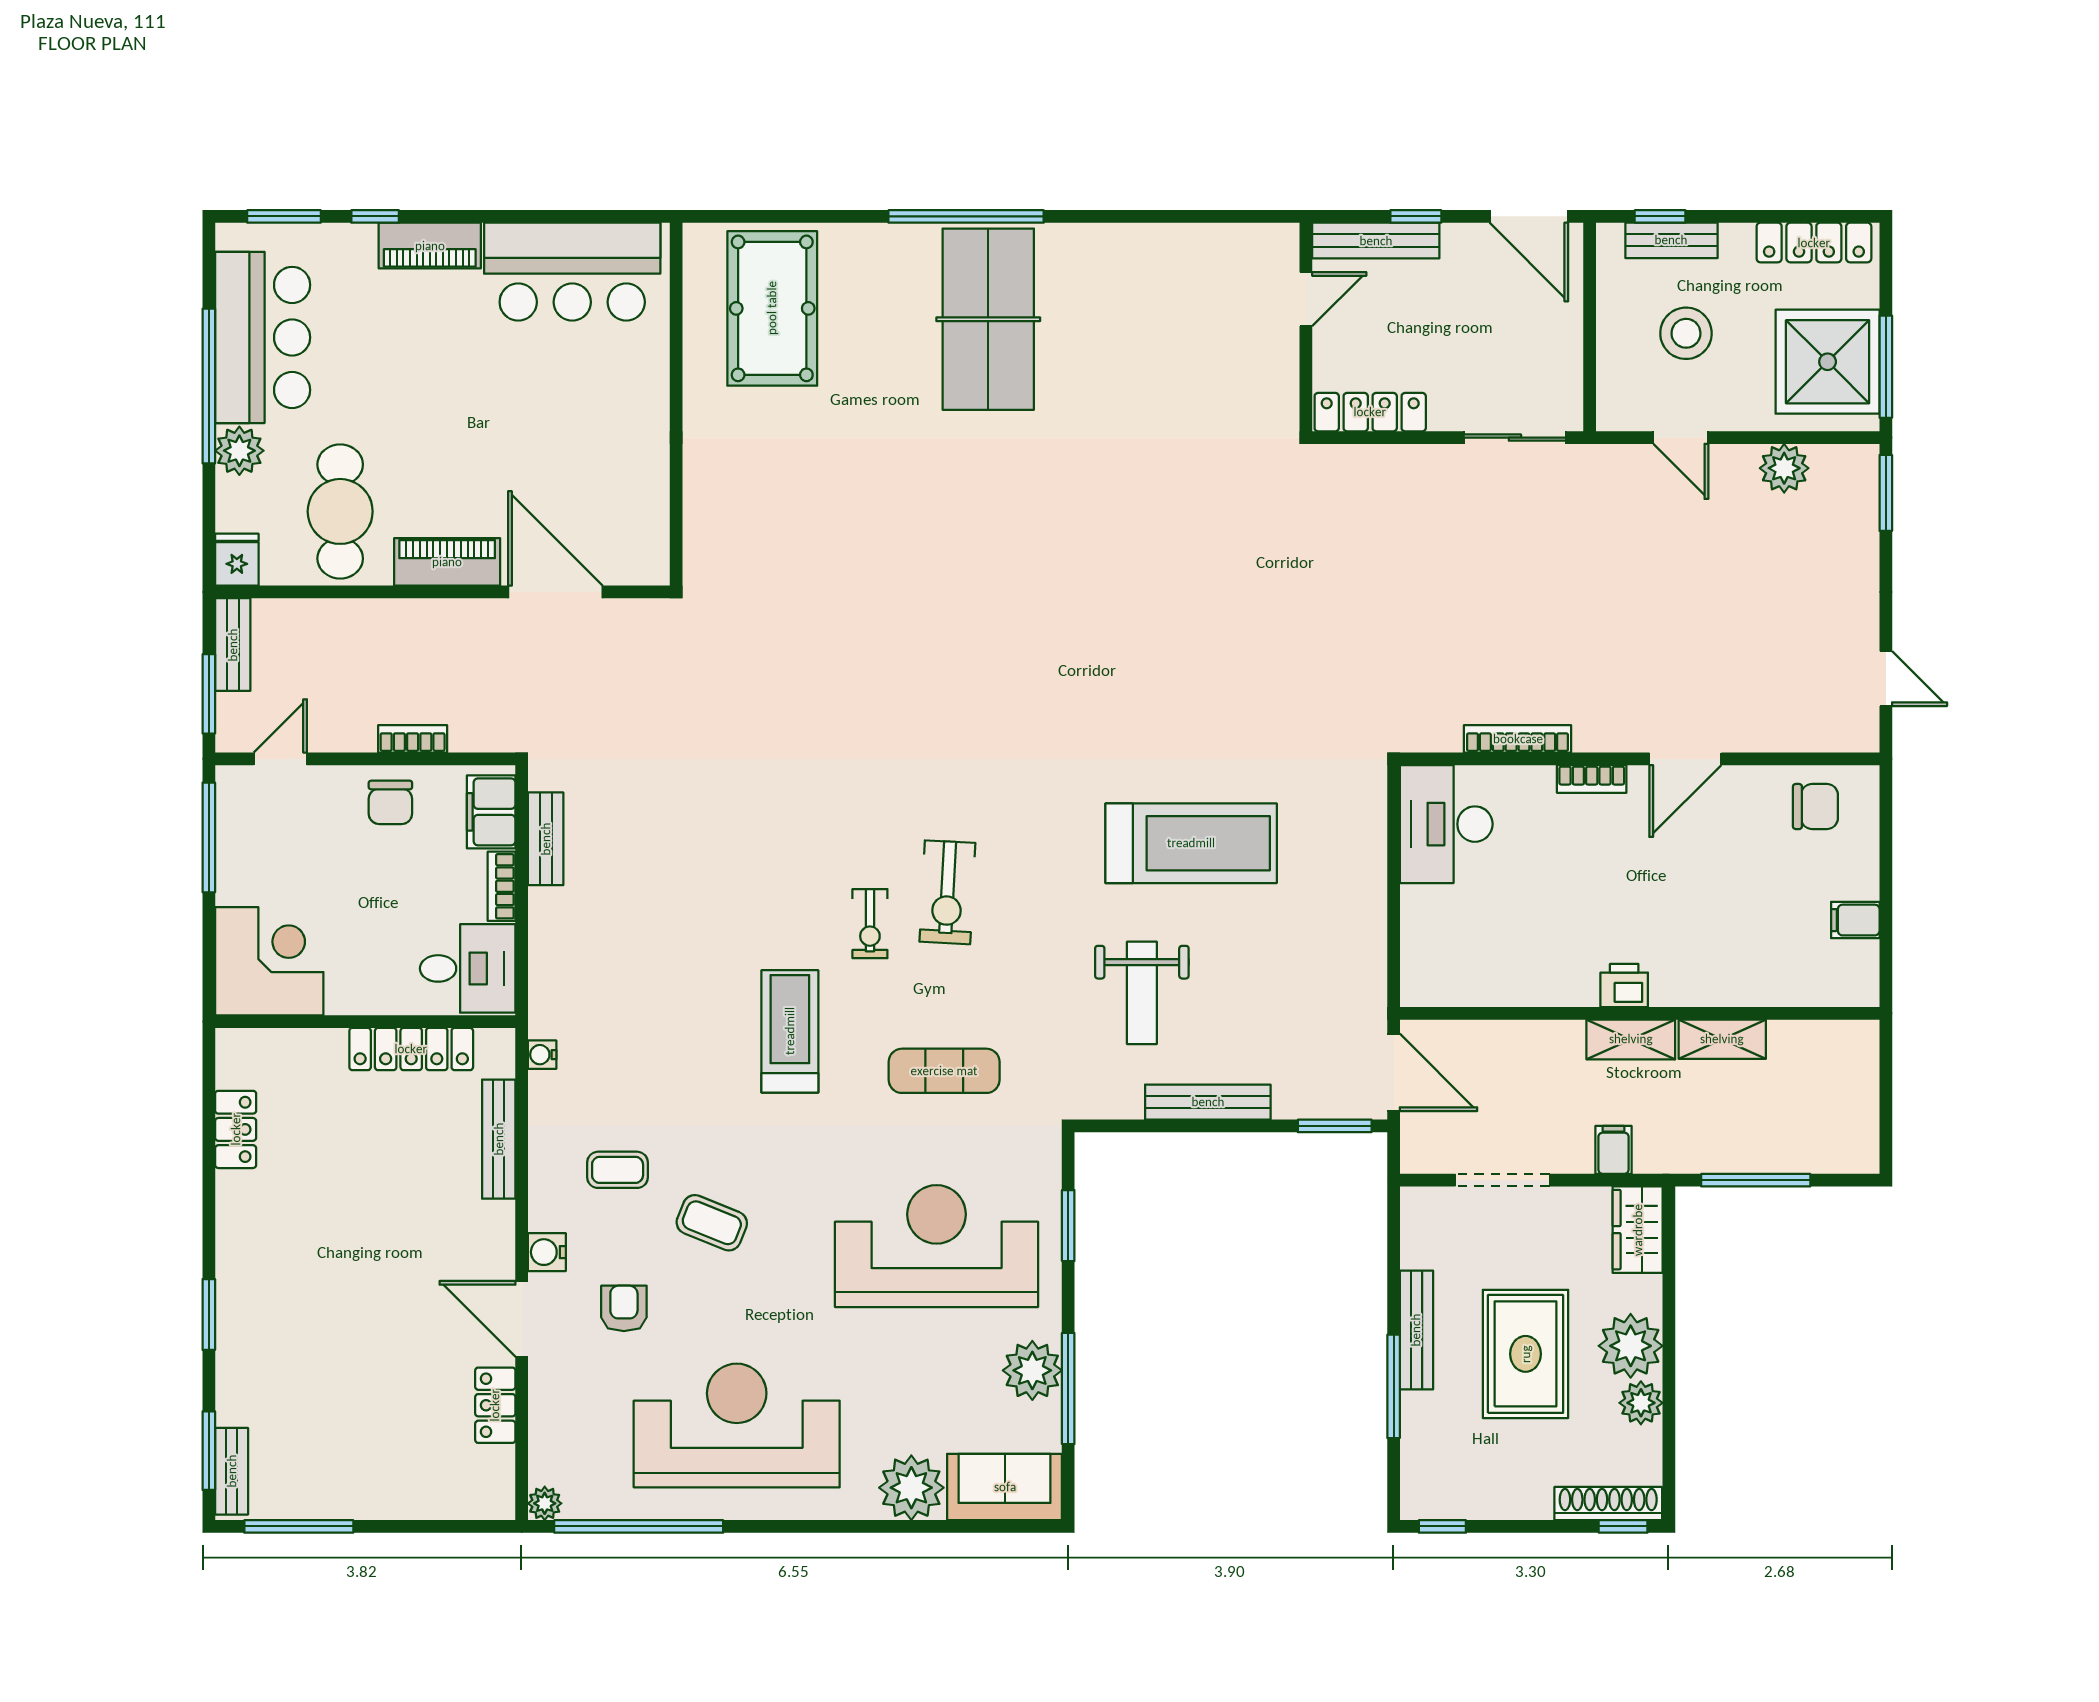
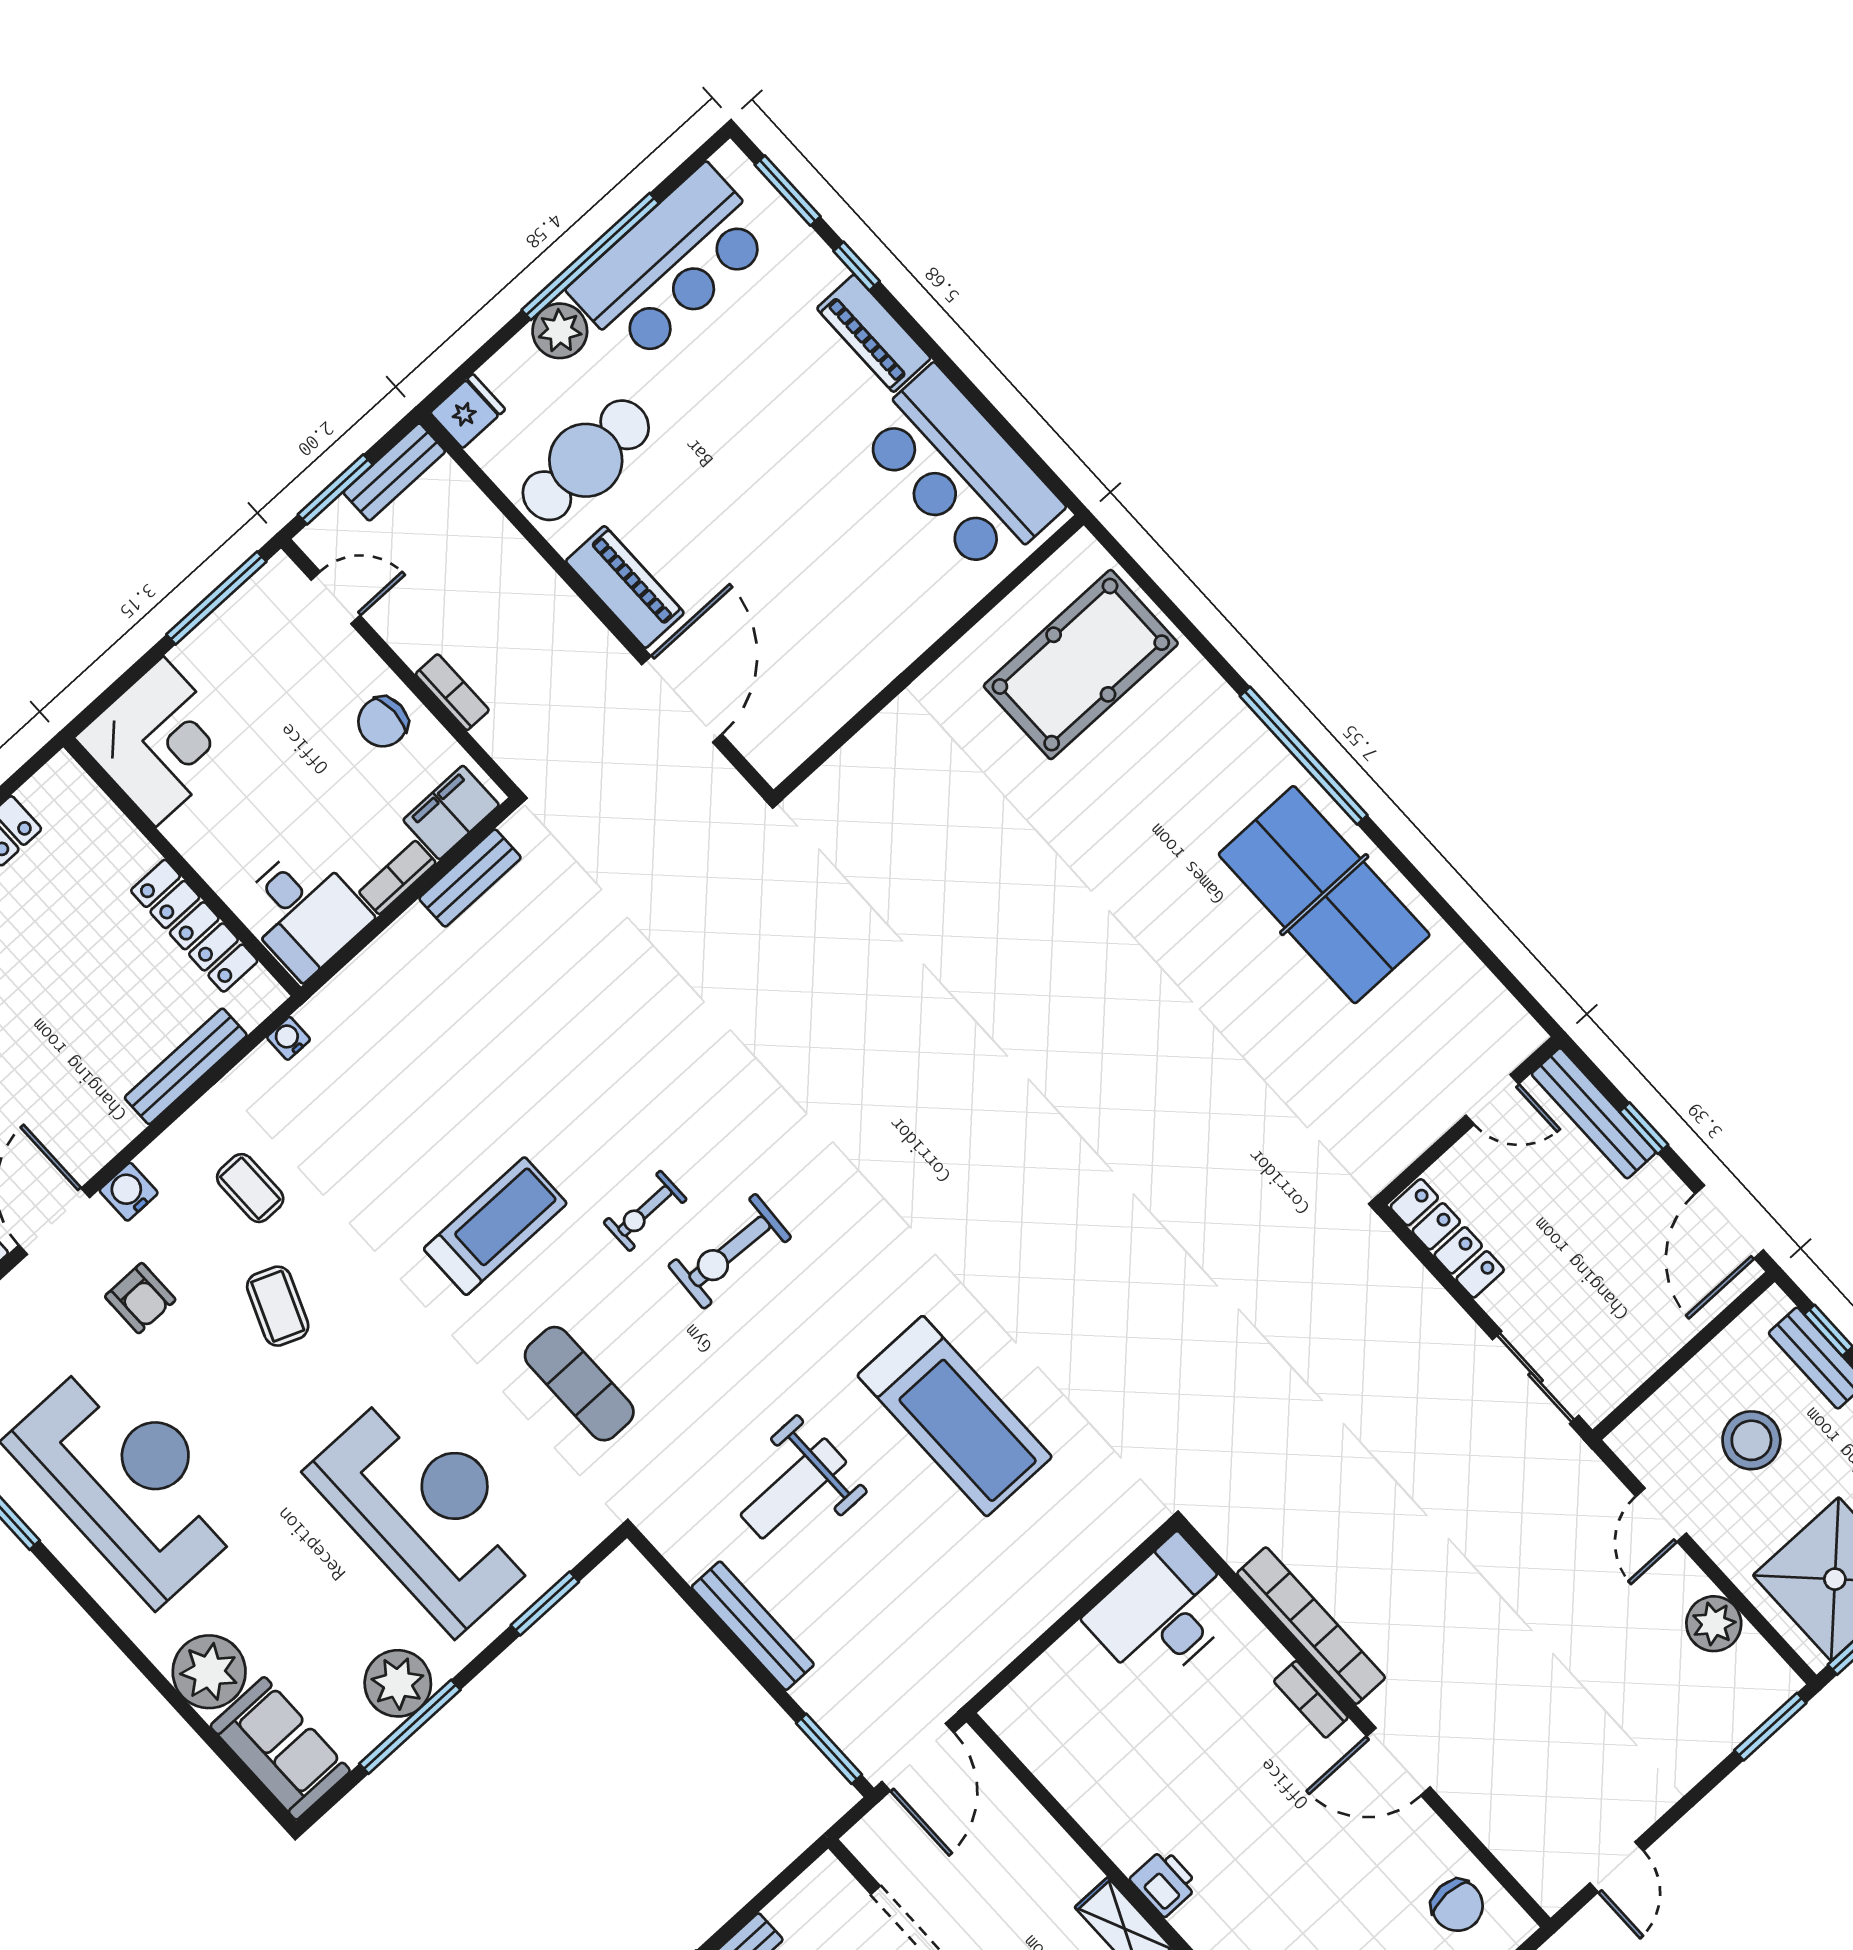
table tennis table: (988, 319) -> (1324, 895), moved, turned 90
bookcase: (1518, 739) -> (1311, 1626), width x1.48, depth x1.31
armchair: (624, 1308) -> (140, 1298), turned 90

